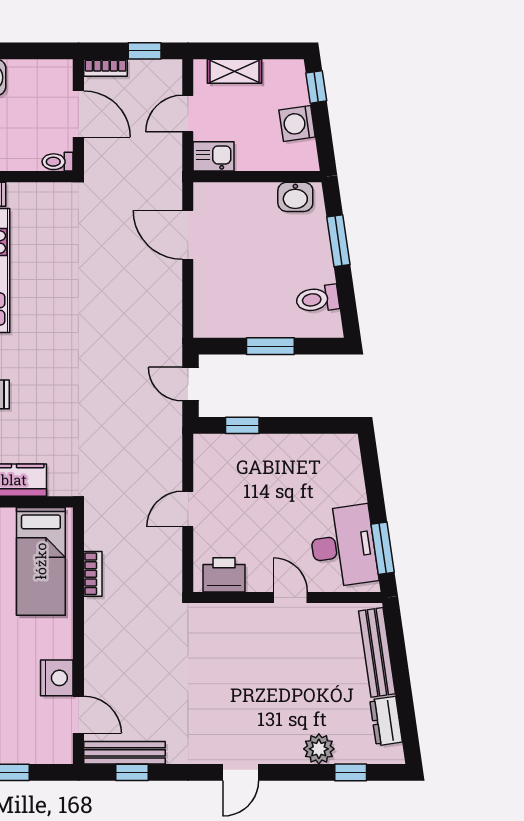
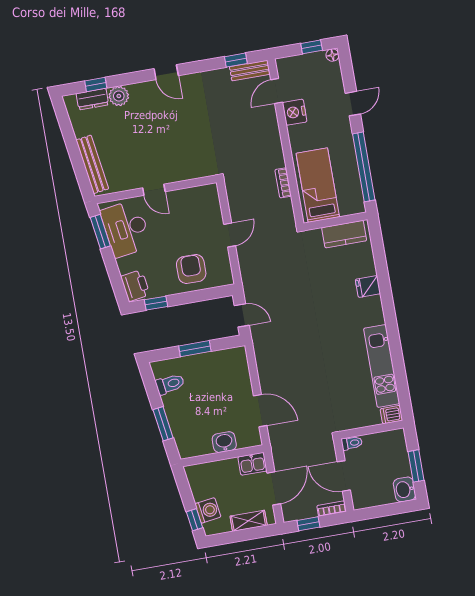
door: (188, 114) -> (274, 488), width x1.38
washing machine: (297, 123) -> (208, 510), moved
washbasin: (295, 197) -> (224, 442), moved
window: (242, 425) -> (156, 303), moved
armchair: (255, 468) -> (191, 269), added
printer: (224, 575) -> (135, 286), moved, turned -98
door: (78, 715) -> (277, 91), hinge flipped
dresser: (386, 721) -> (92, 99), moved, turned 98
bench: (124, 753) -> (250, 71), width x0.73
door: (241, 772) -> (166, 72), swing flipped

